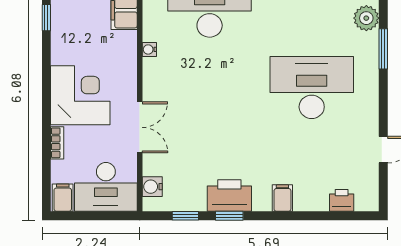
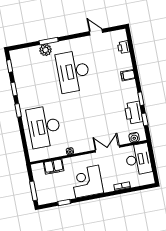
plant: (366, 18) -> (45, 50), moved
corner desk: (80, 95) -> (87, 182), moved
printer: (229, 195) -> (134, 113), moved
filing cabinet: (63, 198) -> (147, 179), removed

